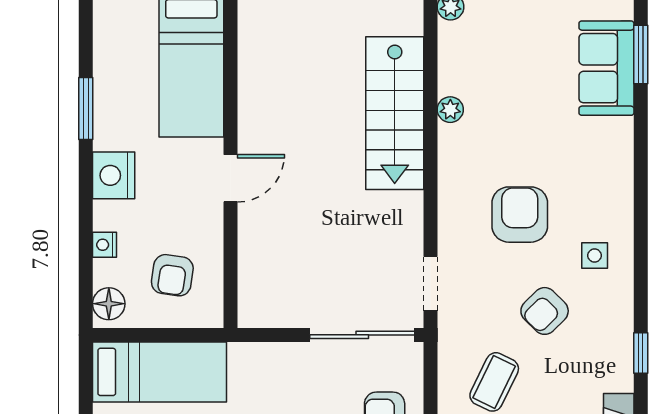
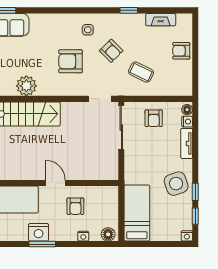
window: (86, 109) -> (42, 244), moved
plant: (450, 110) -> (26, 86), width x1.88, depth x1.88
nightstand: (114, 175) -> (39, 232), moved
armchair: (172, 275) -> (75, 206), moved, turned 82

